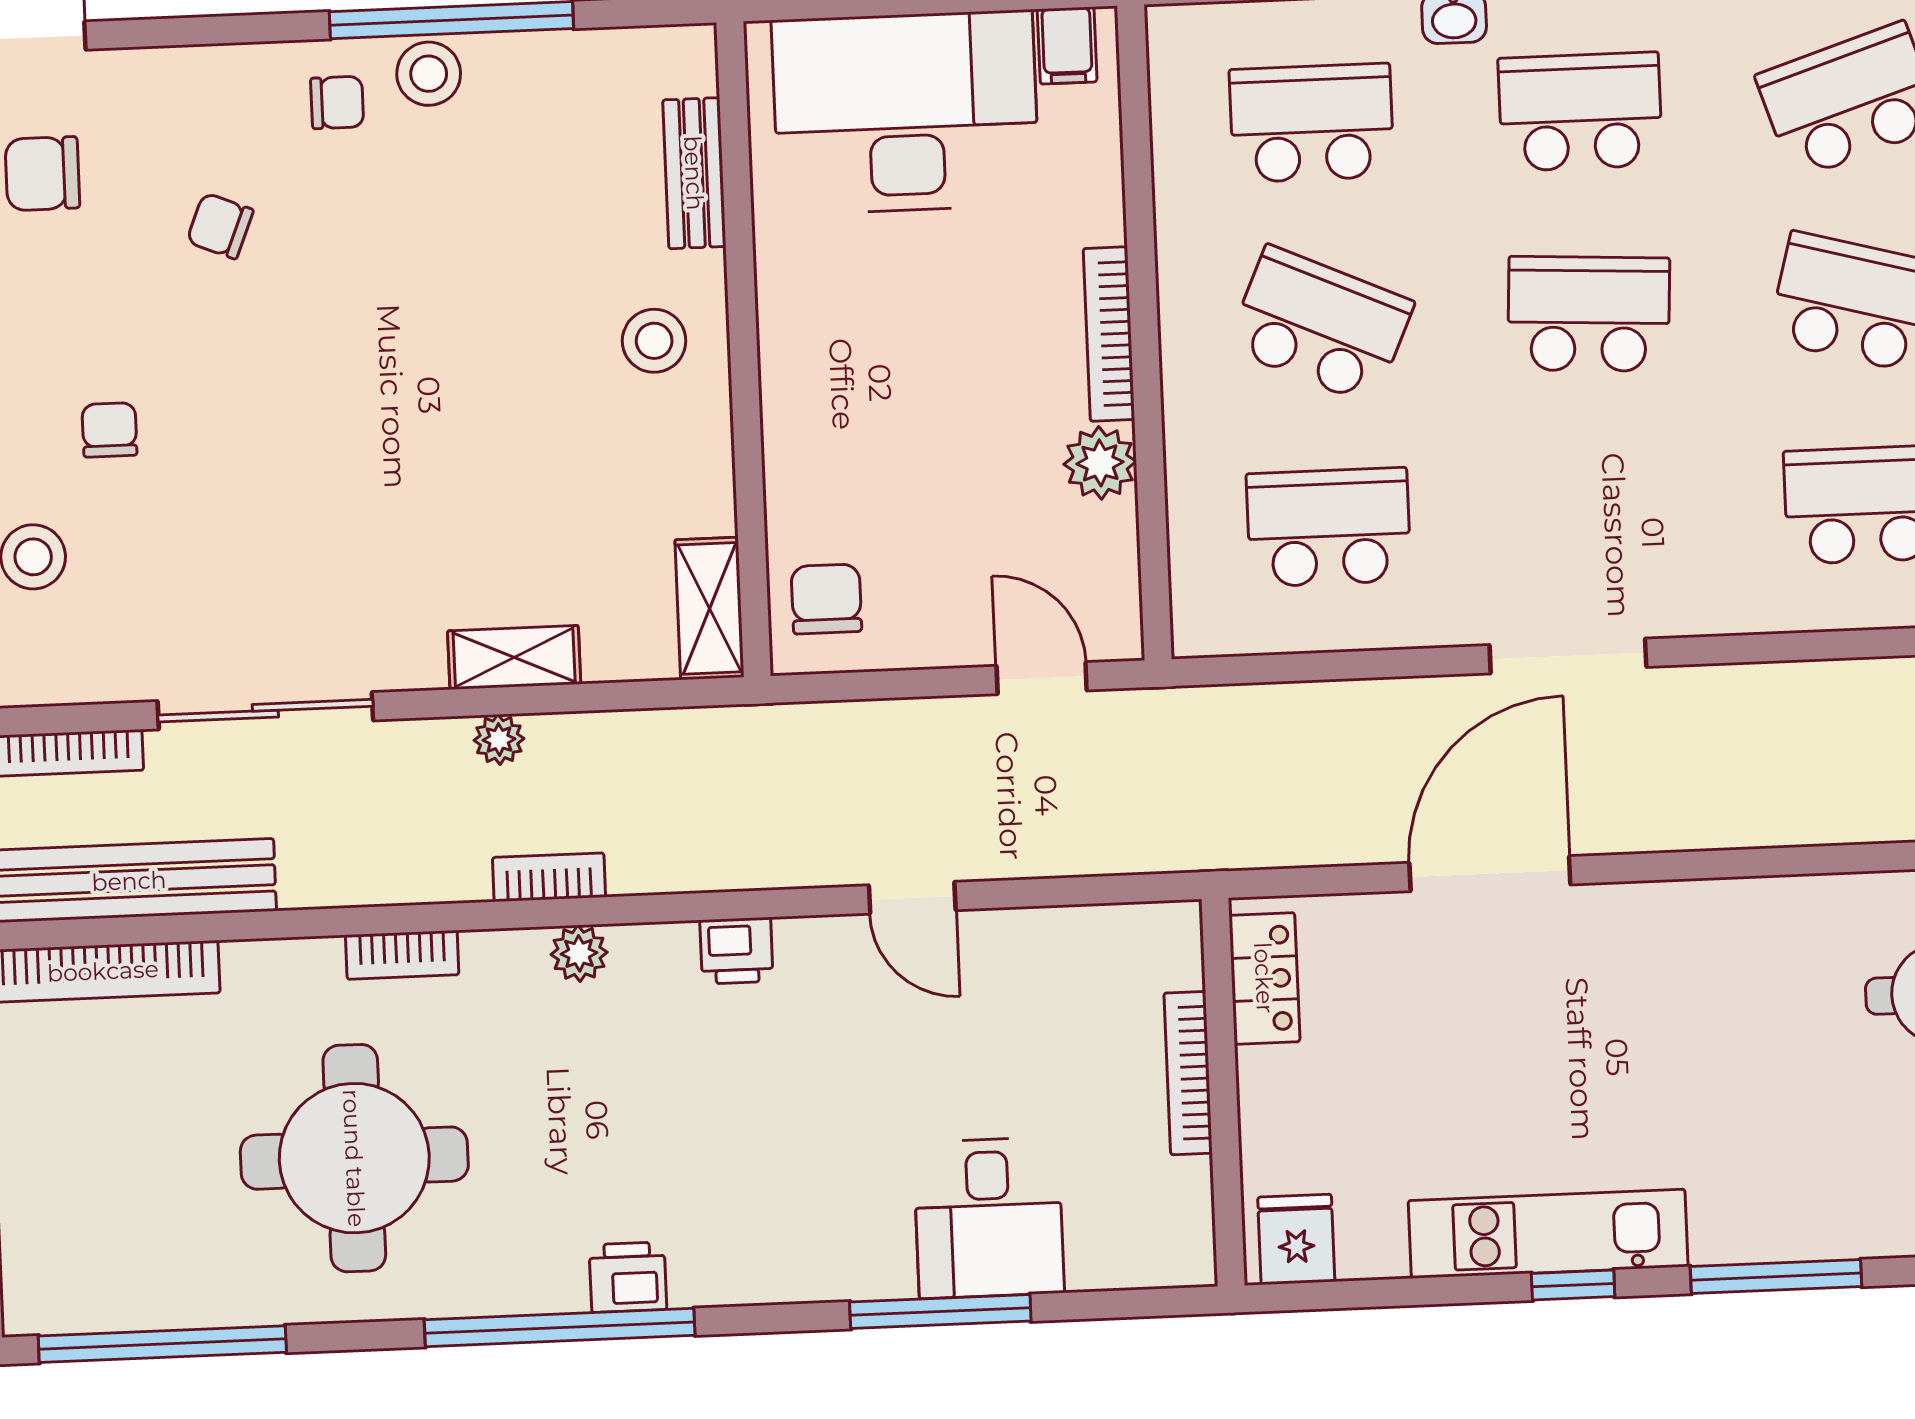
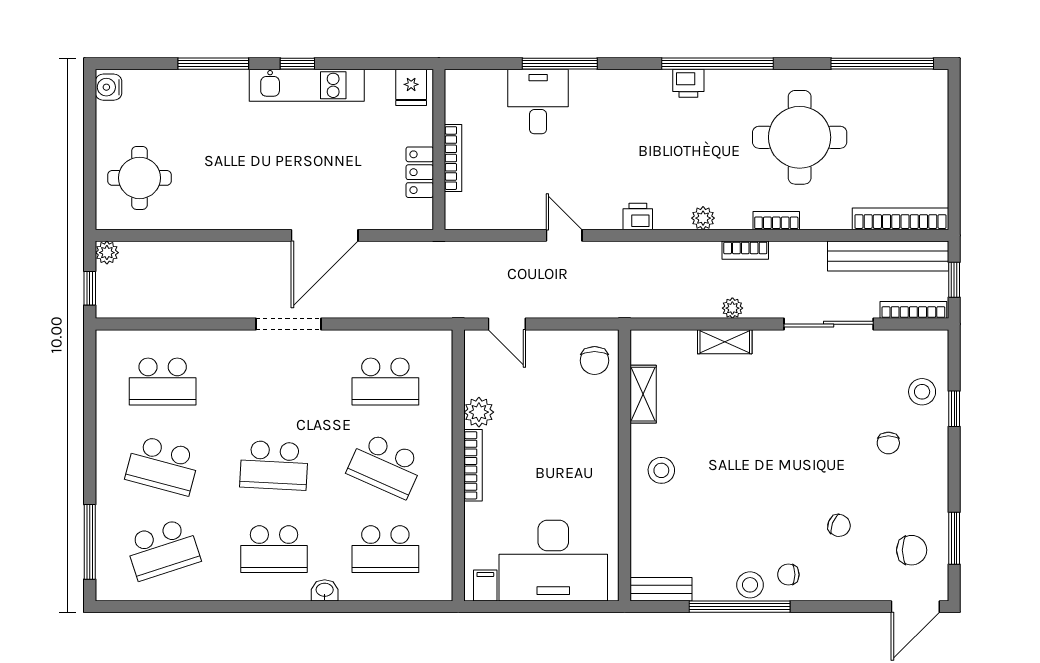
bench: (694, 173) -> (661, 589), moved, turned 90
shelving: (709, 608) -> (643, 394), moved
bookcase: (549, 877) -> (745, 250), moved
locker: (1264, 978) -> (420, 172), moved

